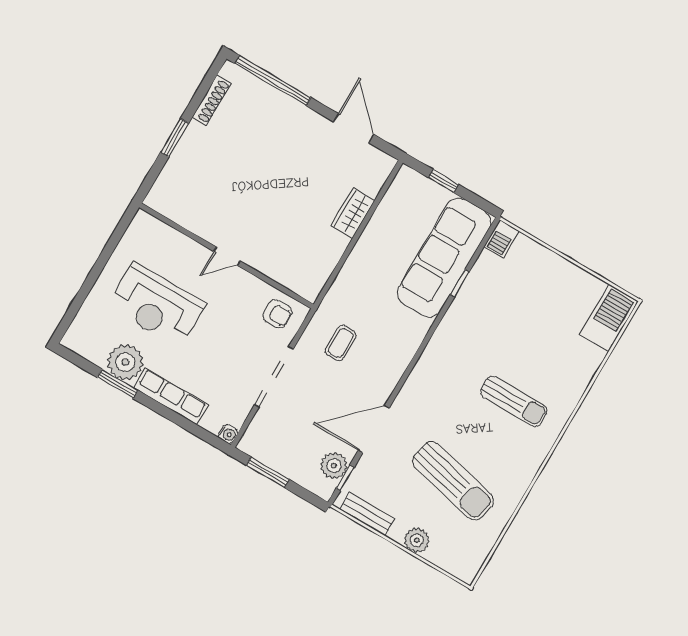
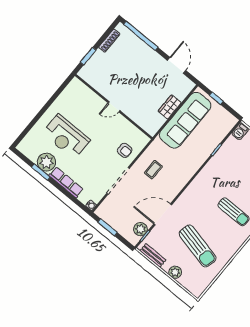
wall: (226, 256) -> (114, 107), moved
door: (227, 256) -> (114, 107), moved
sofa: (444, 257) -> (185, 120), moved, turned 180

